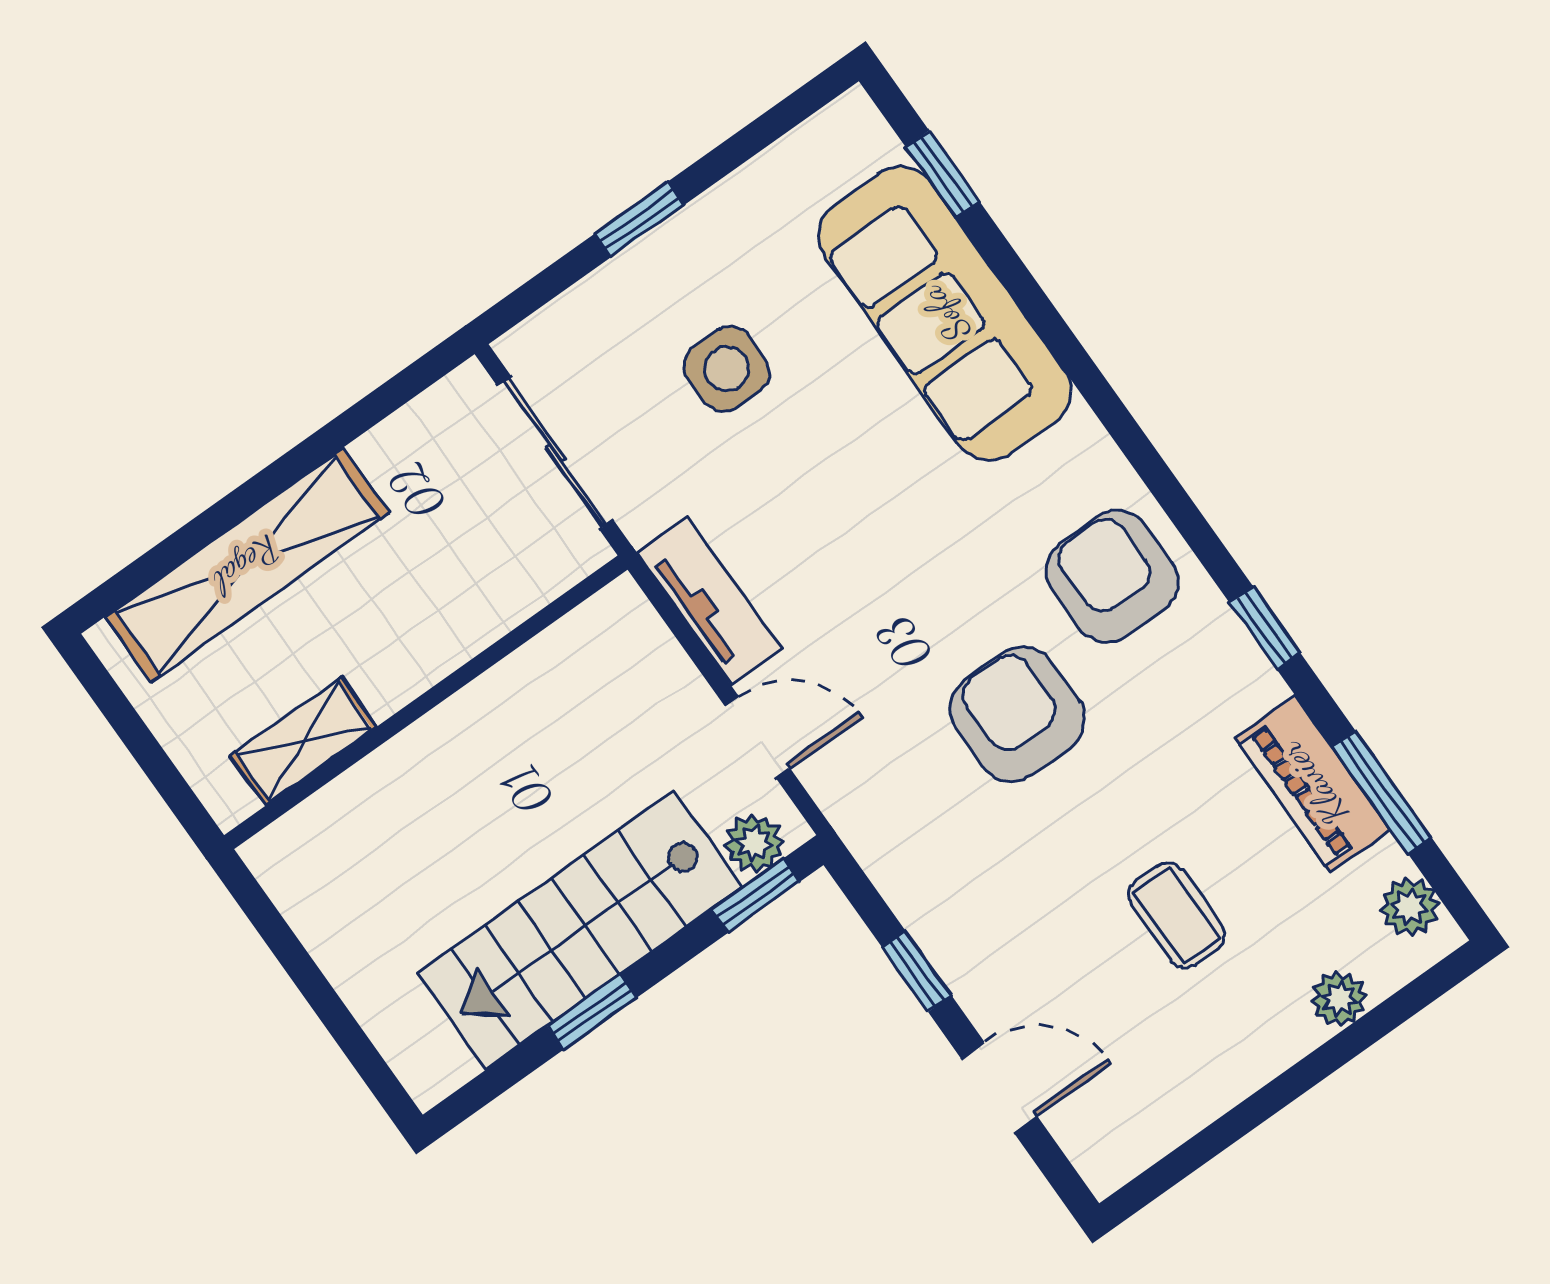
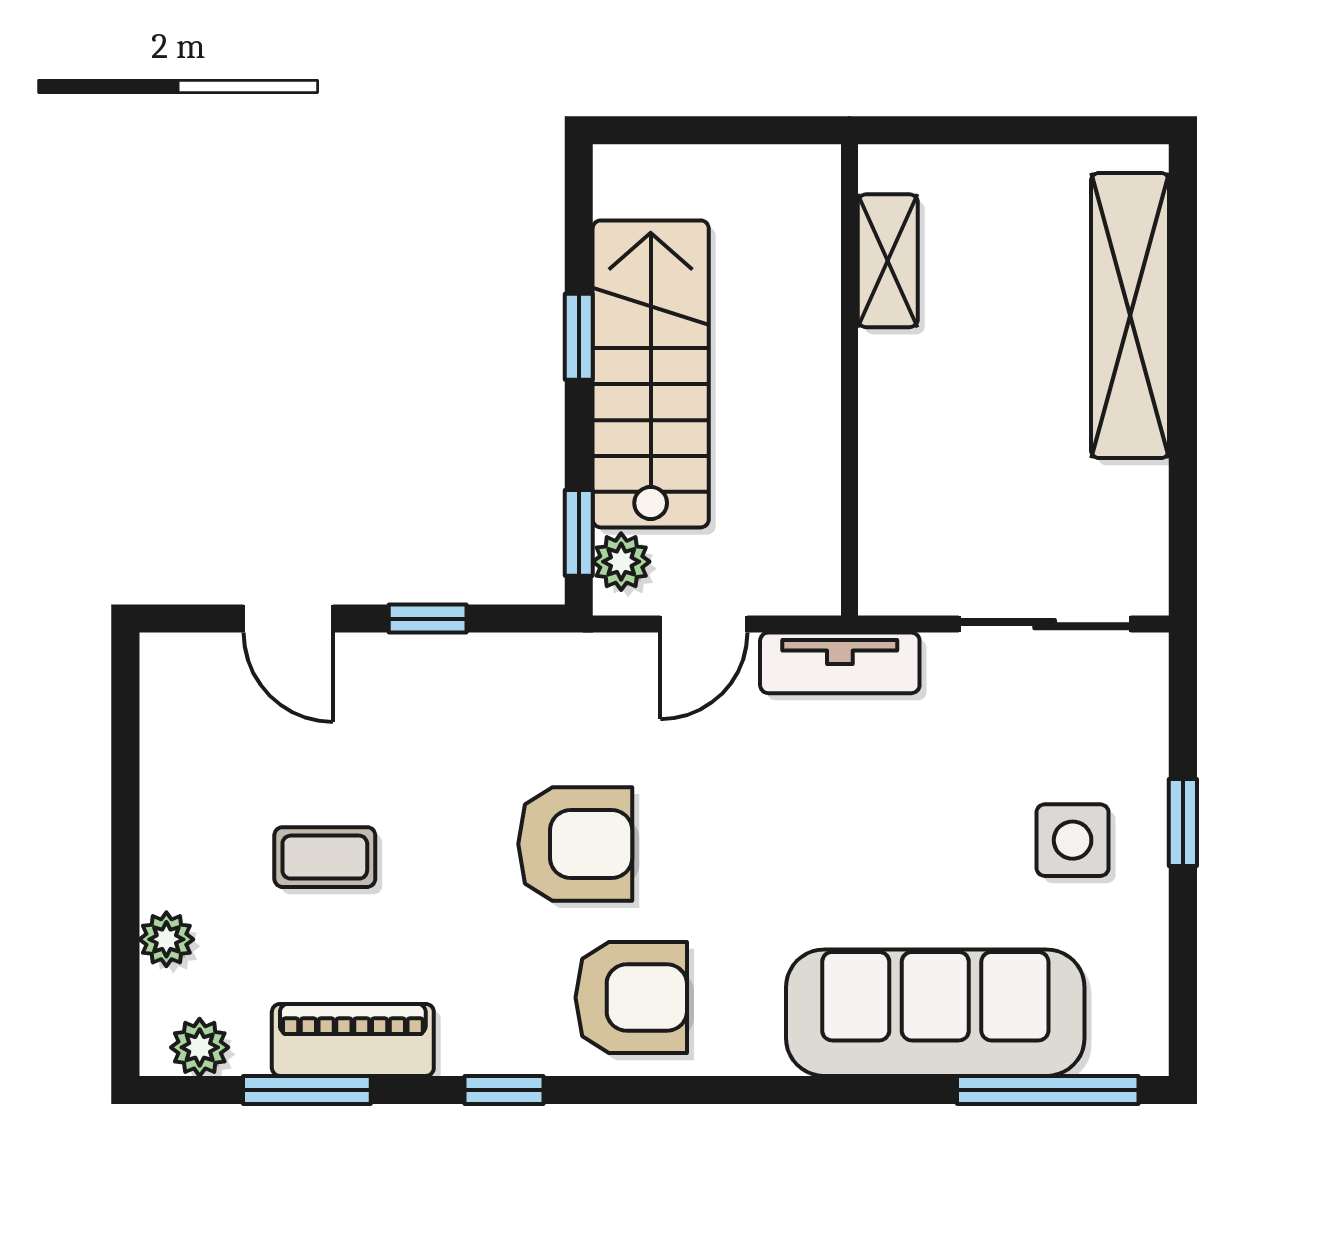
window: (942, 174) -> (1048, 1090), width x2.17
side table: (726, 369) -> (1073, 840), moved
wall: (426, 702) -> (849, 380), moved
shelving: (304, 741) -> (888, 261), moved
door: (999, 1088) -> (288, 619), hinge flipped

